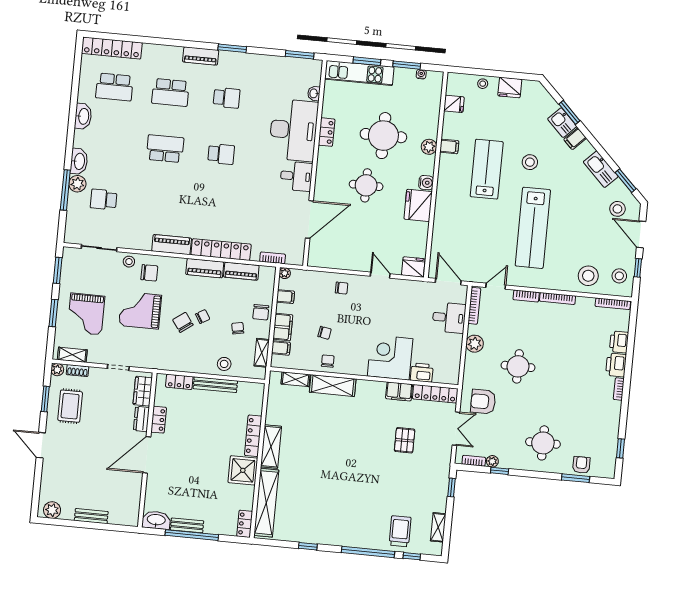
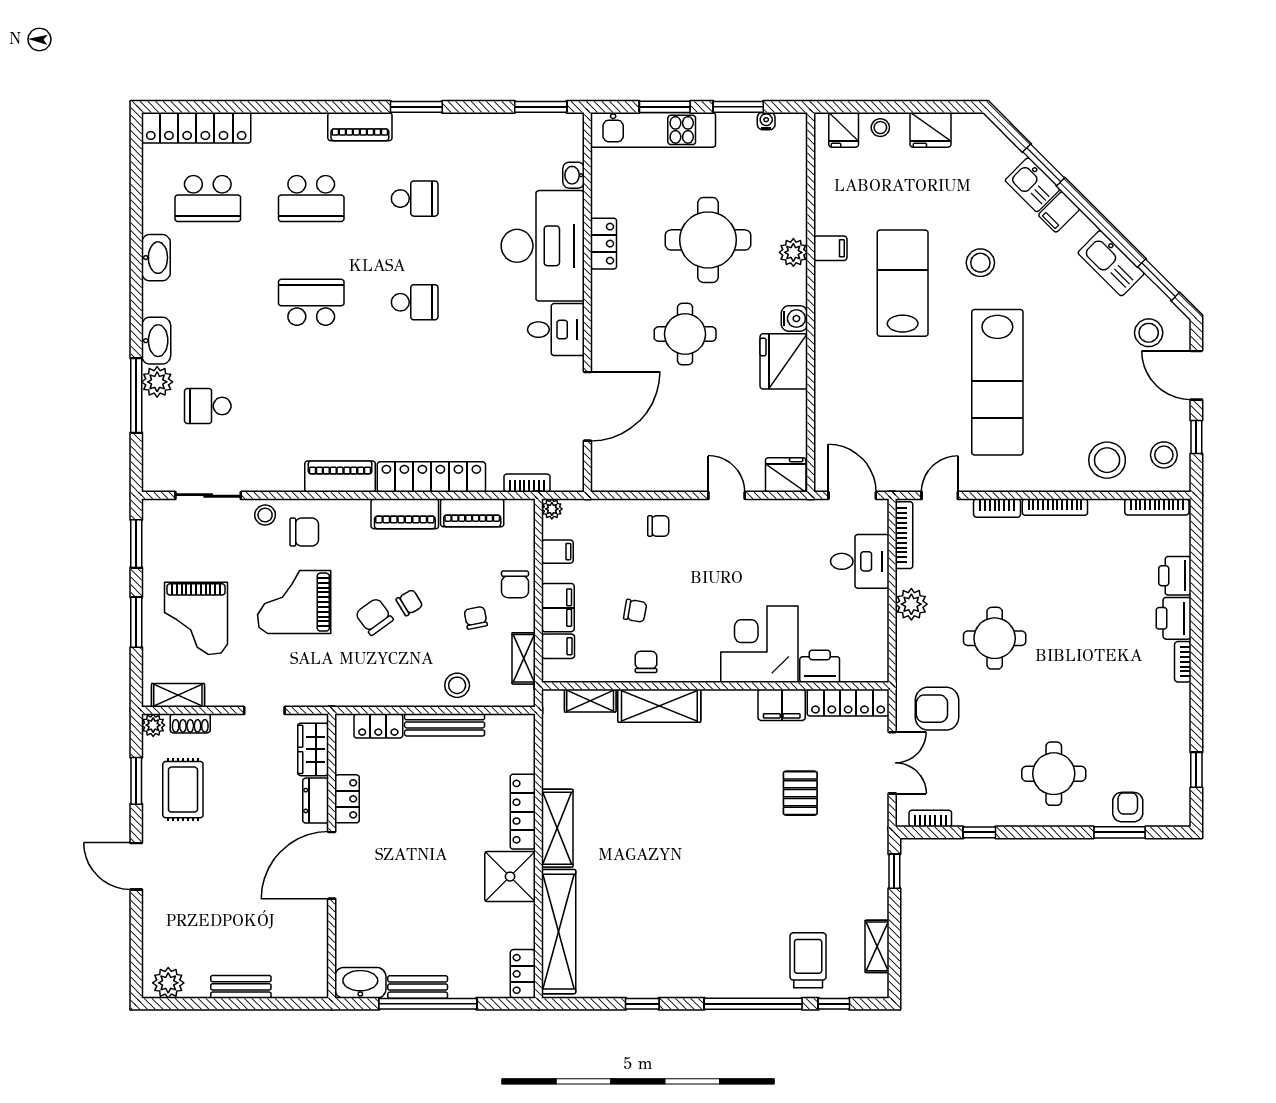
fridge: (454, 104) -> (844, 130), moved, turned 90
plant: (492, 461) -> (964, 816), removed

